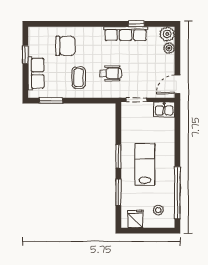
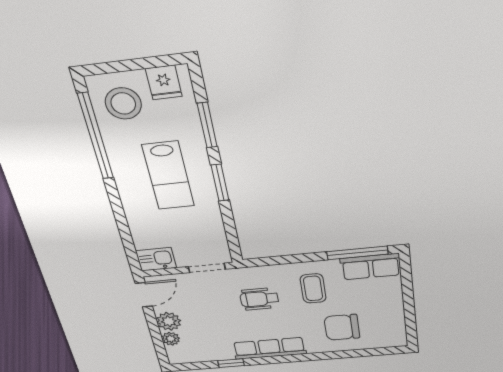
row of seats: (126, 34) -> (269, 348), moved
plant: (167, 34) -> (169, 321), moved
window: (25, 55) -> (409, 311), removed
row of seats: (36, 73) -> (371, 267), moved, turned -90
window: (51, 101) -> (357, 253), width x1.44
stool: (158, 210) -> (123, 103), width x1.89, depth x1.89

